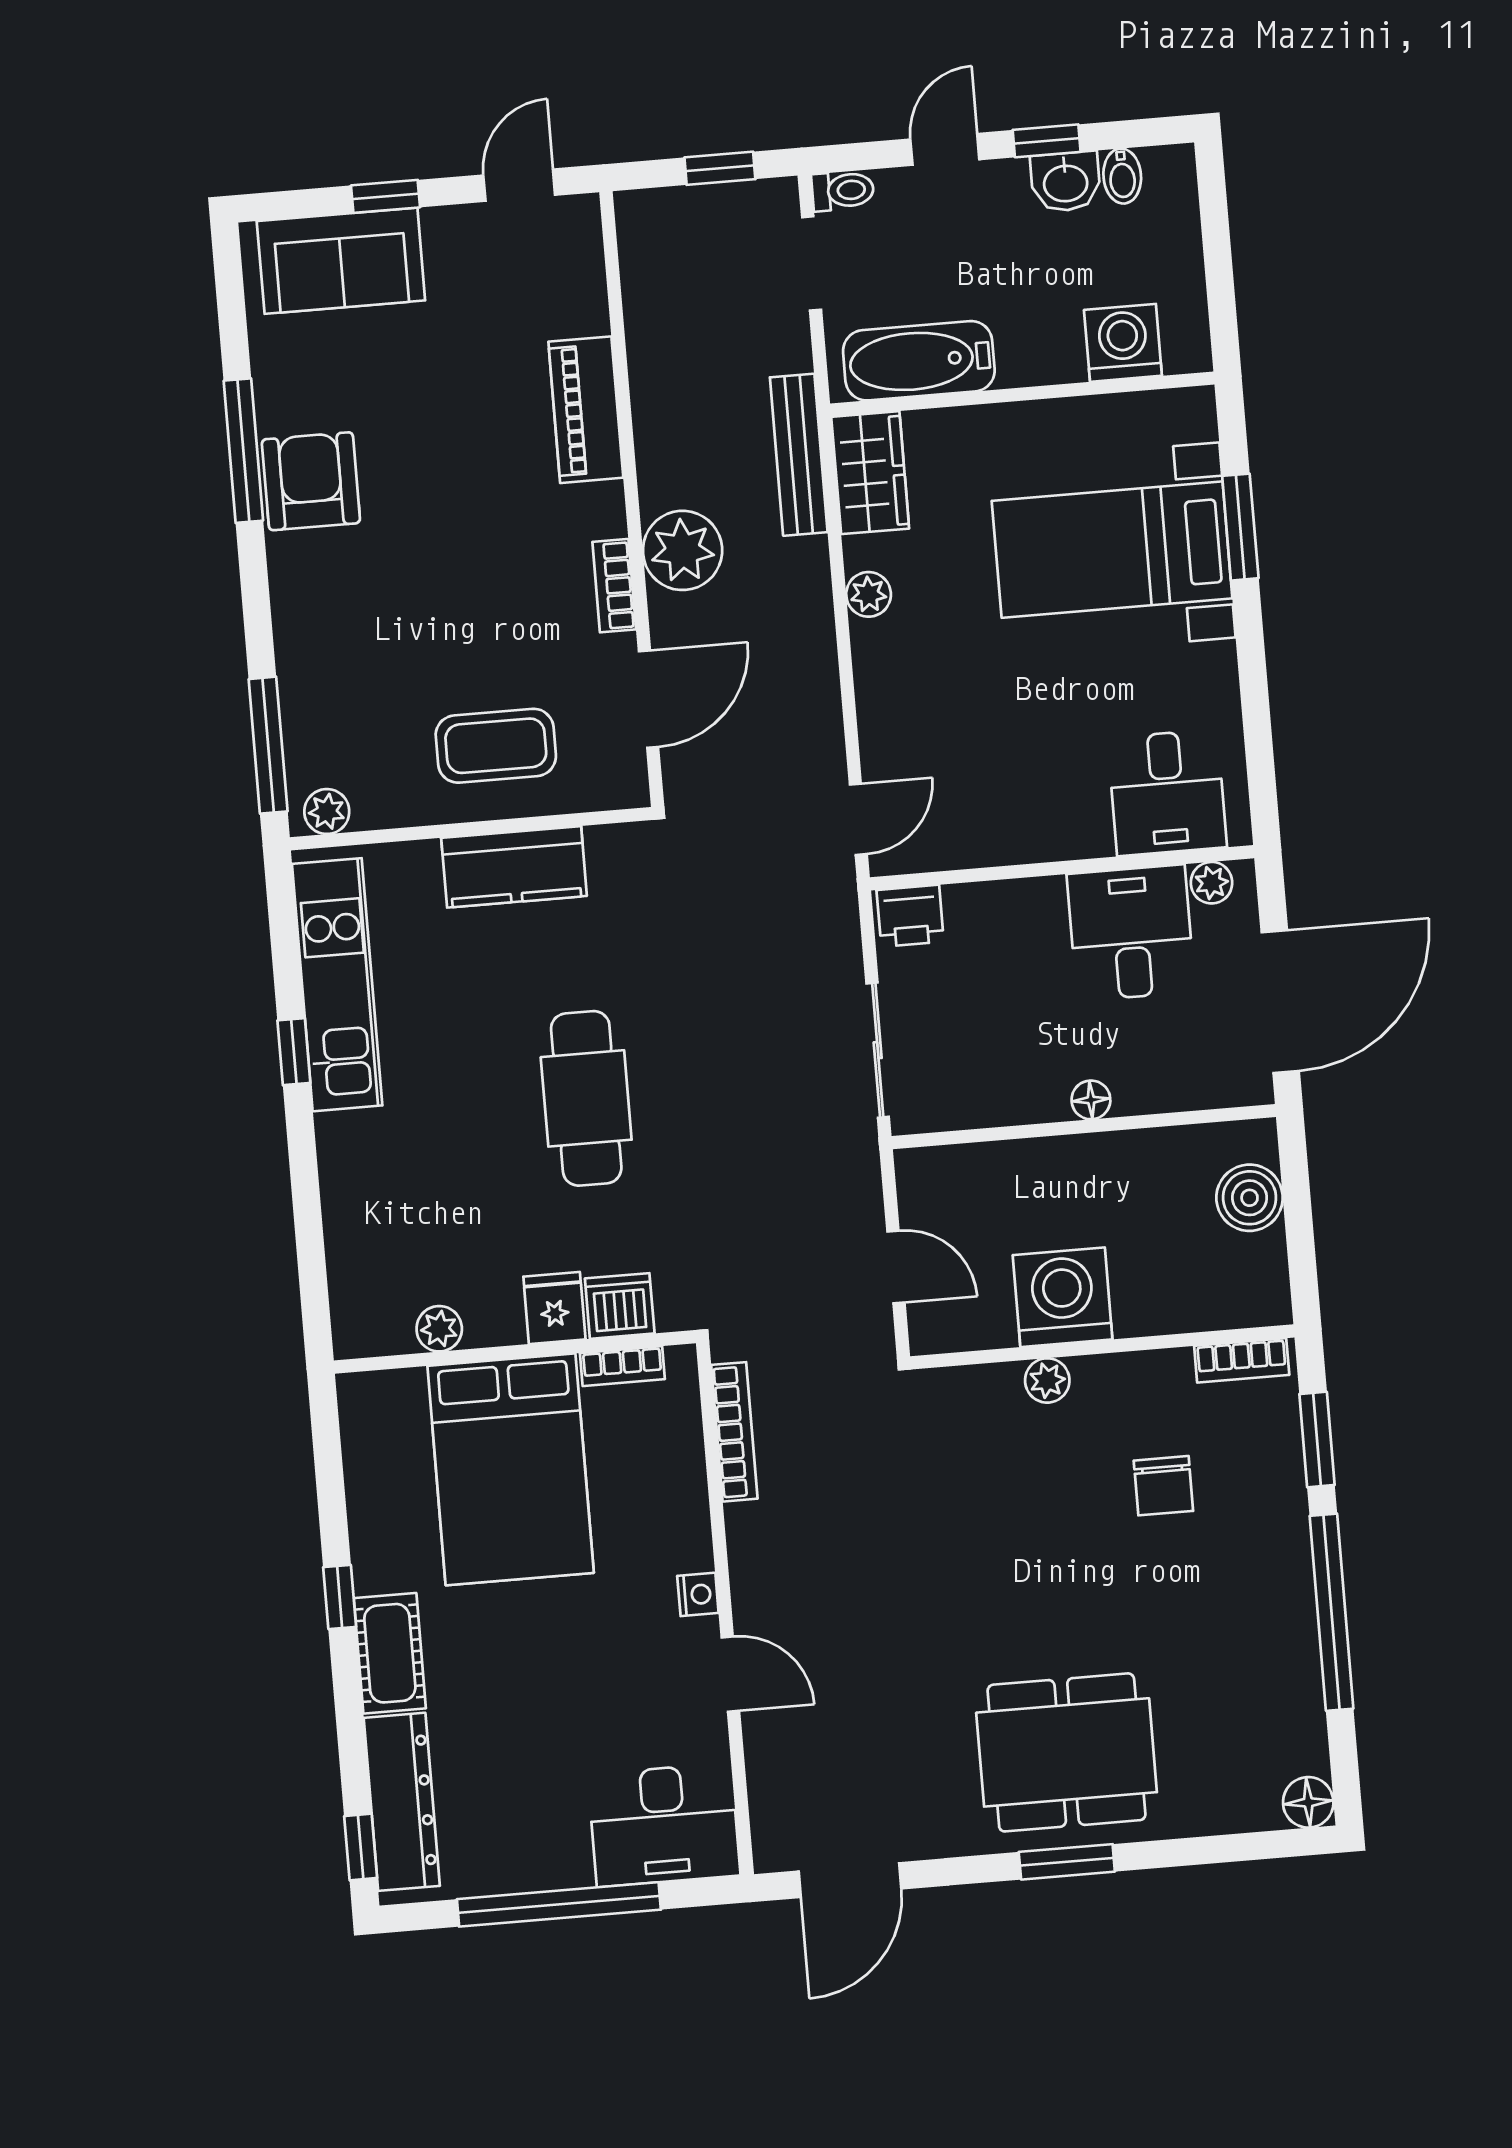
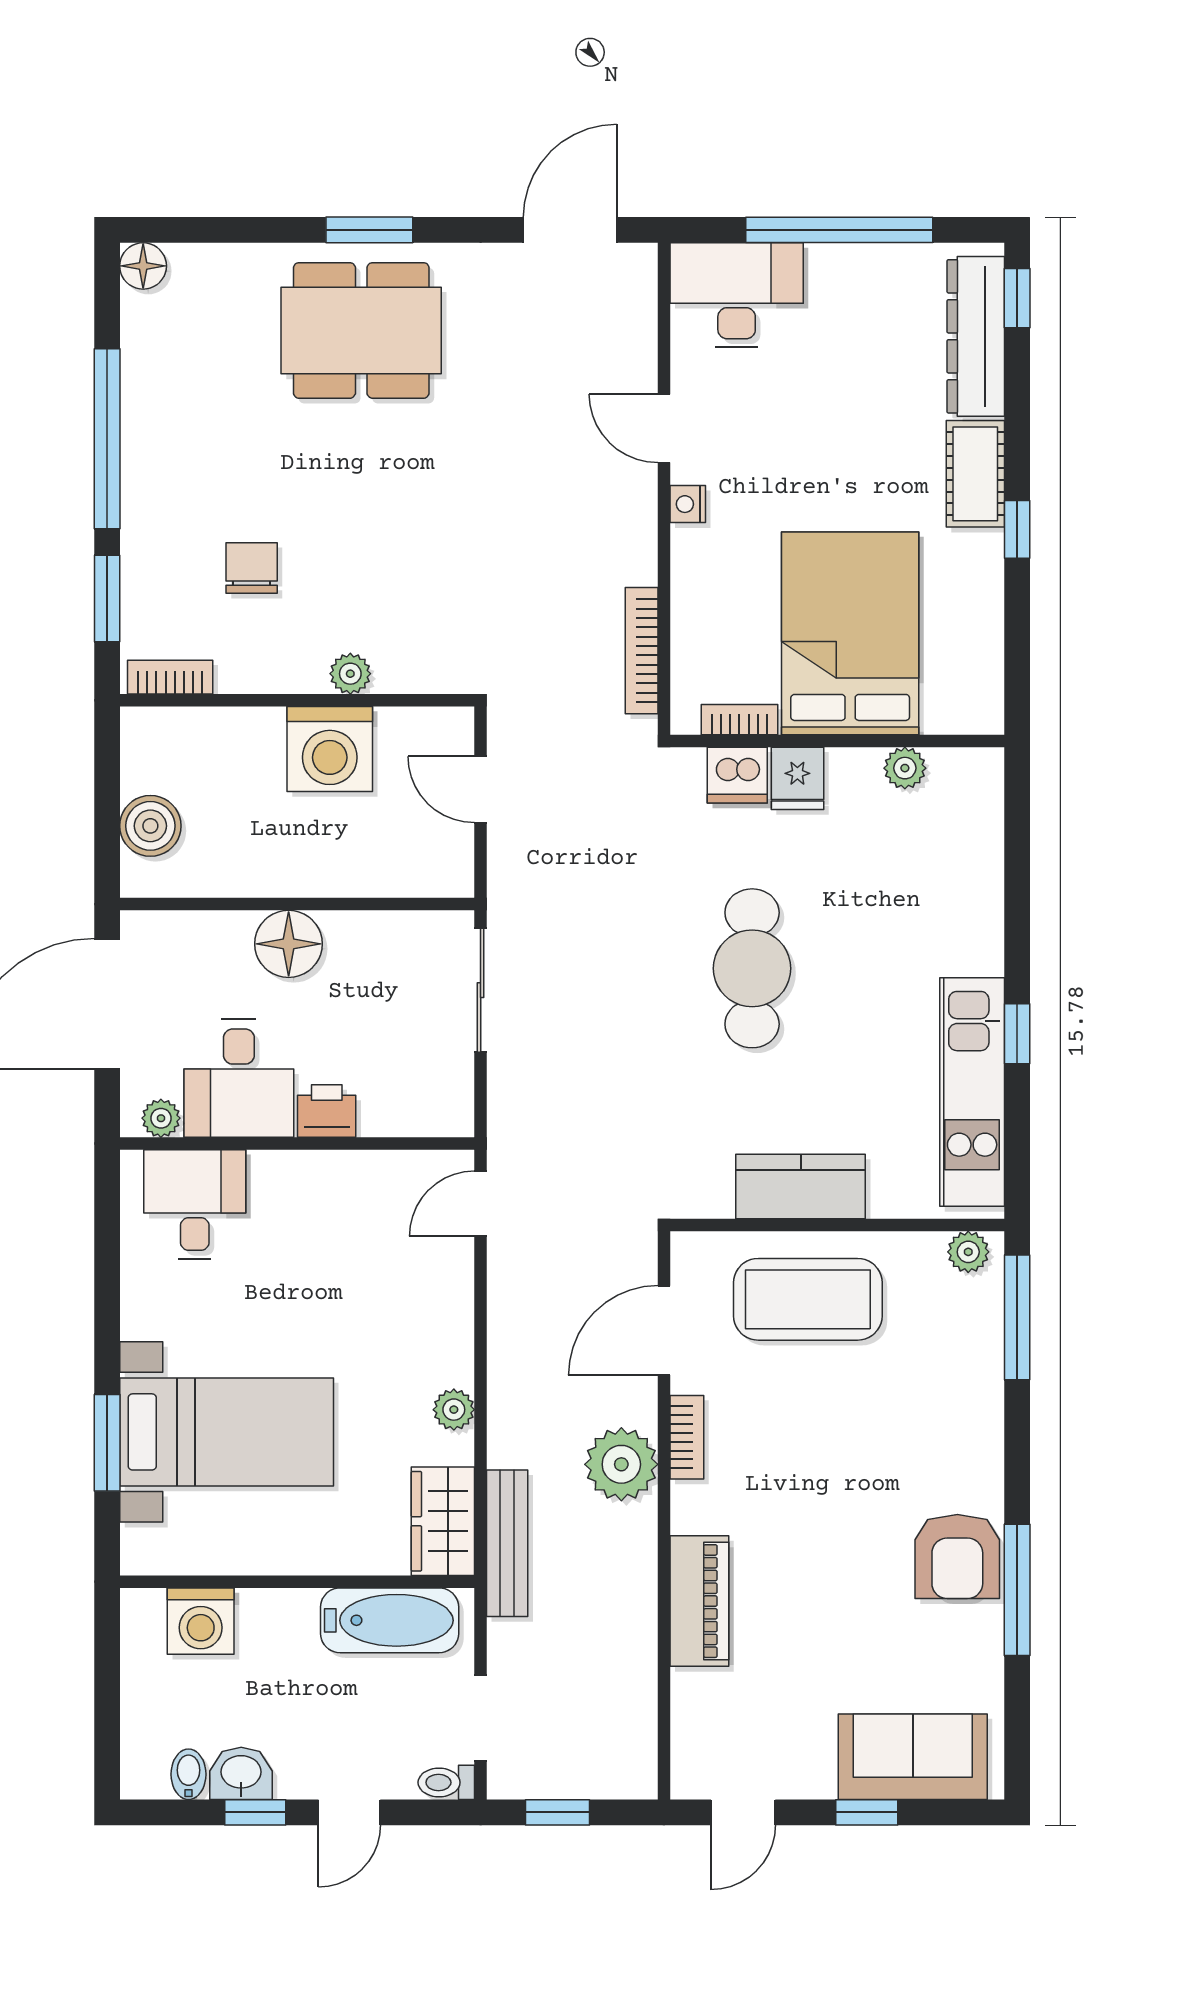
coffee table: (496, 746) -> (808, 1299), width x1.36, depth x1.32
printer: (910, 916) -> (327, 1111), moved
floor lamp: (1091, 1100) -> (289, 944), width x1.89, depth x1.89

